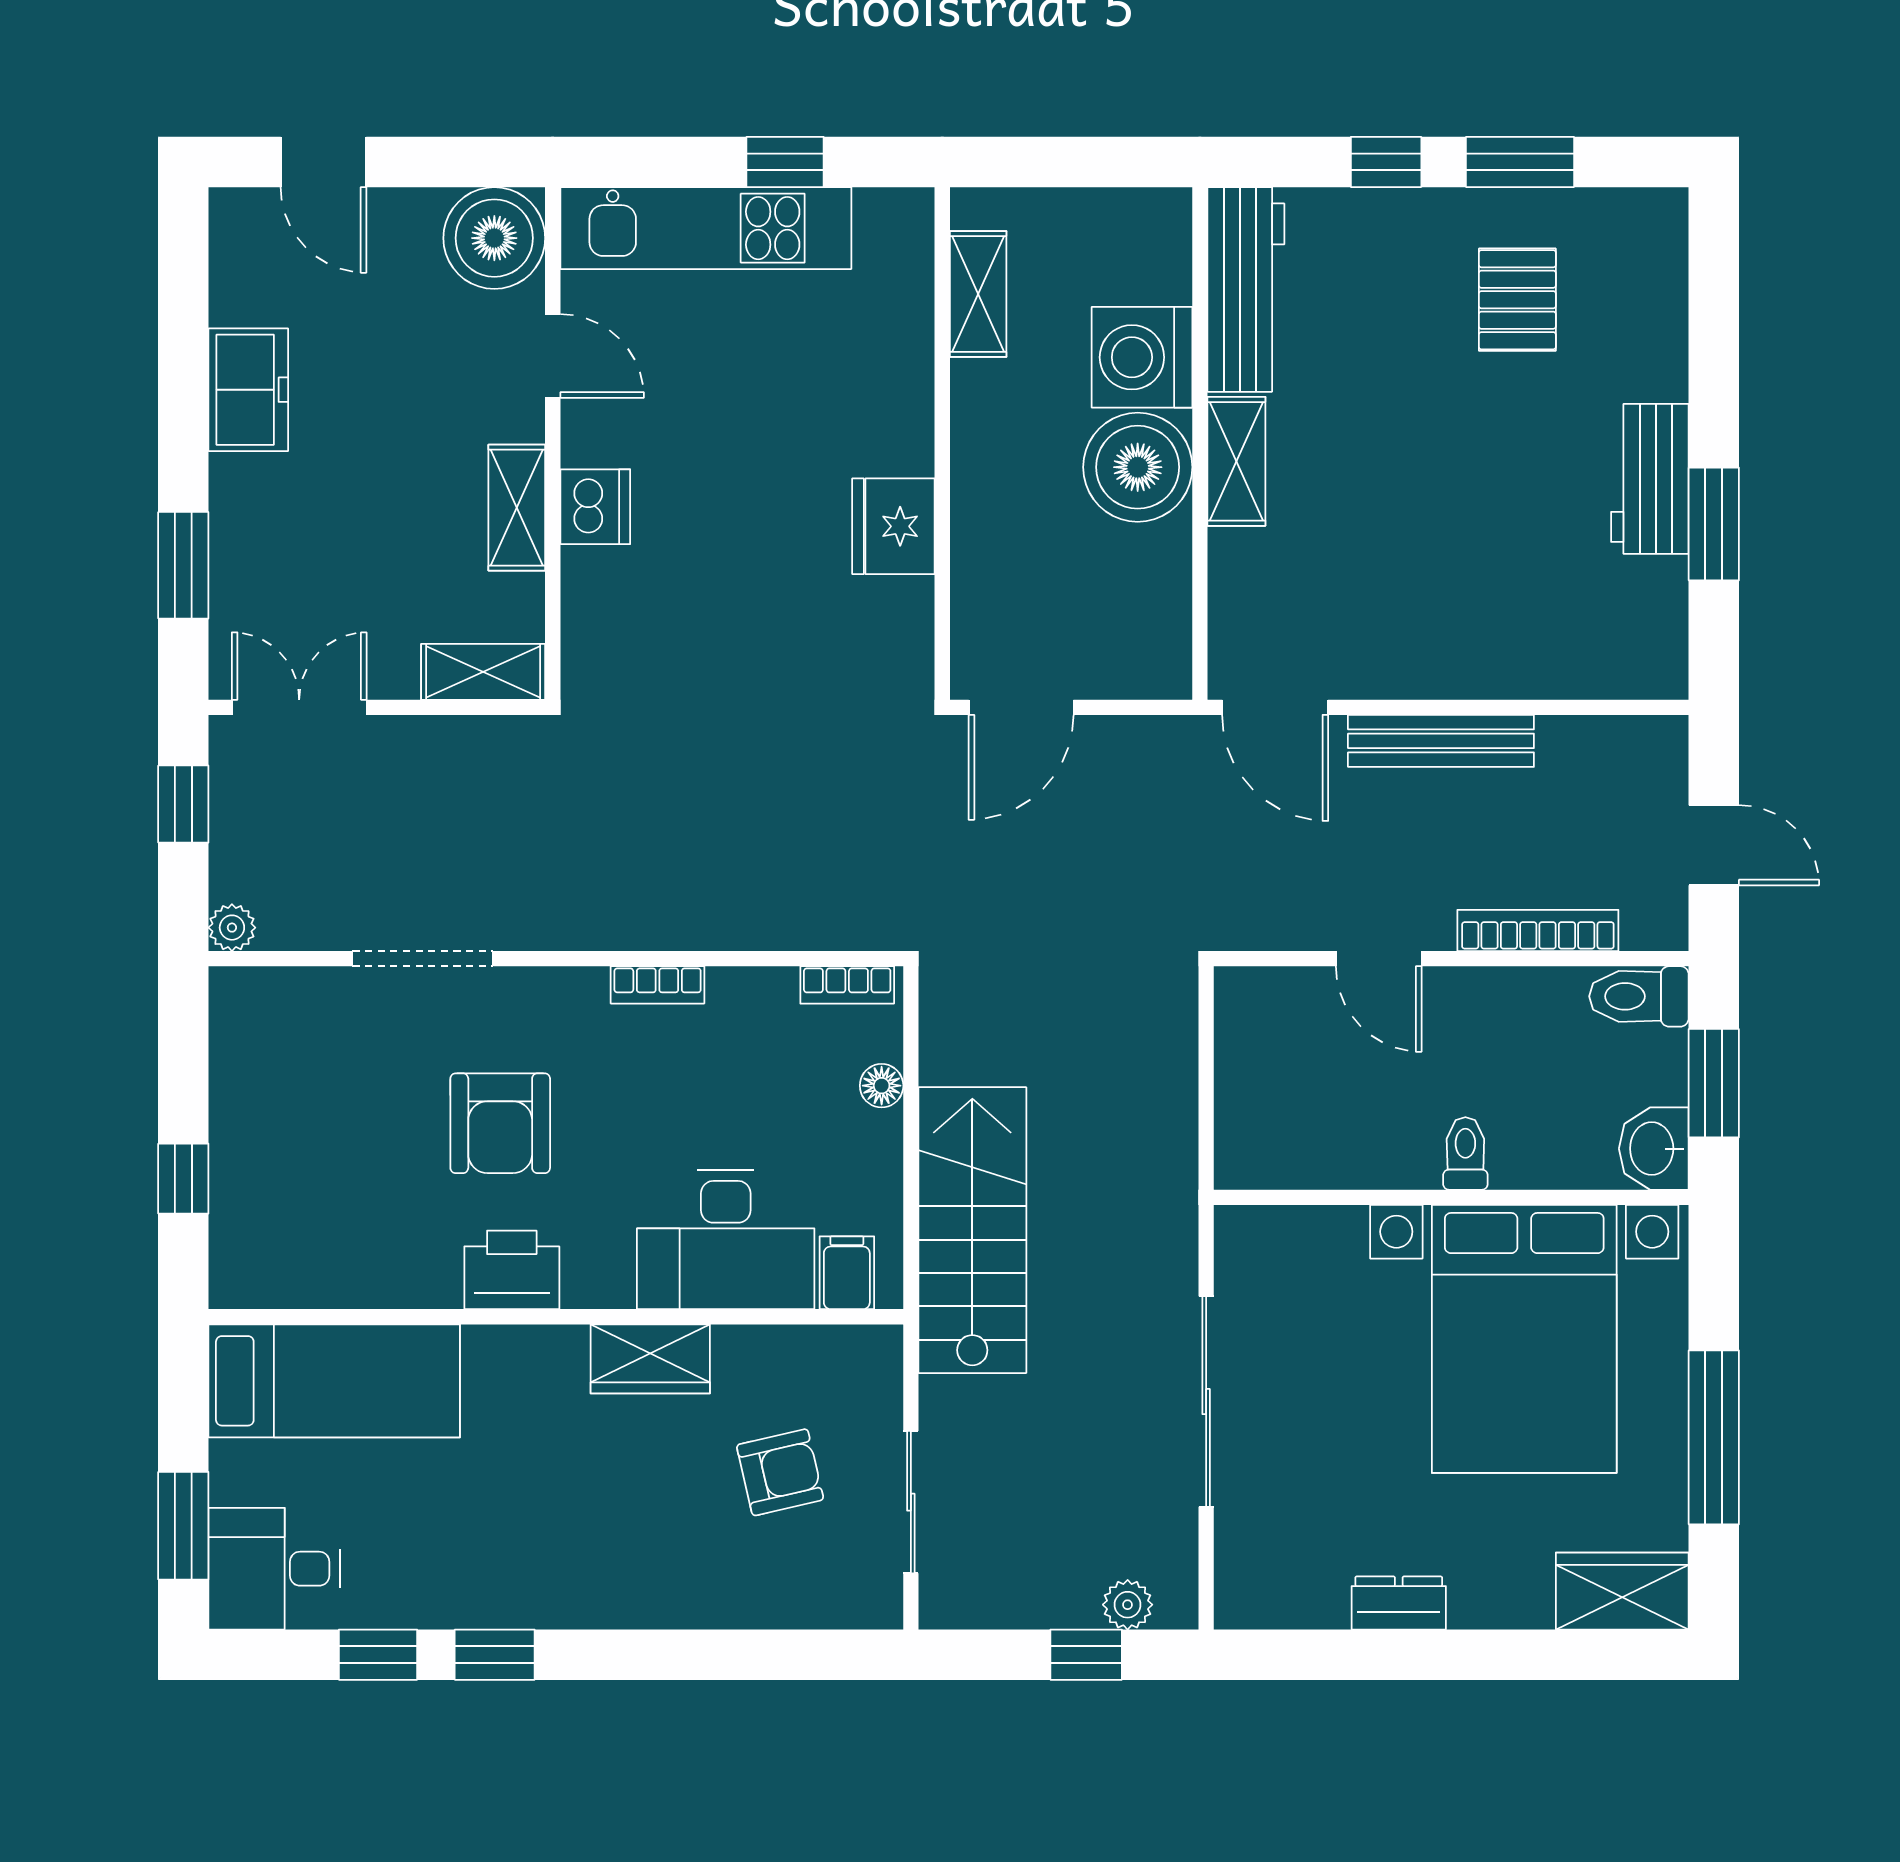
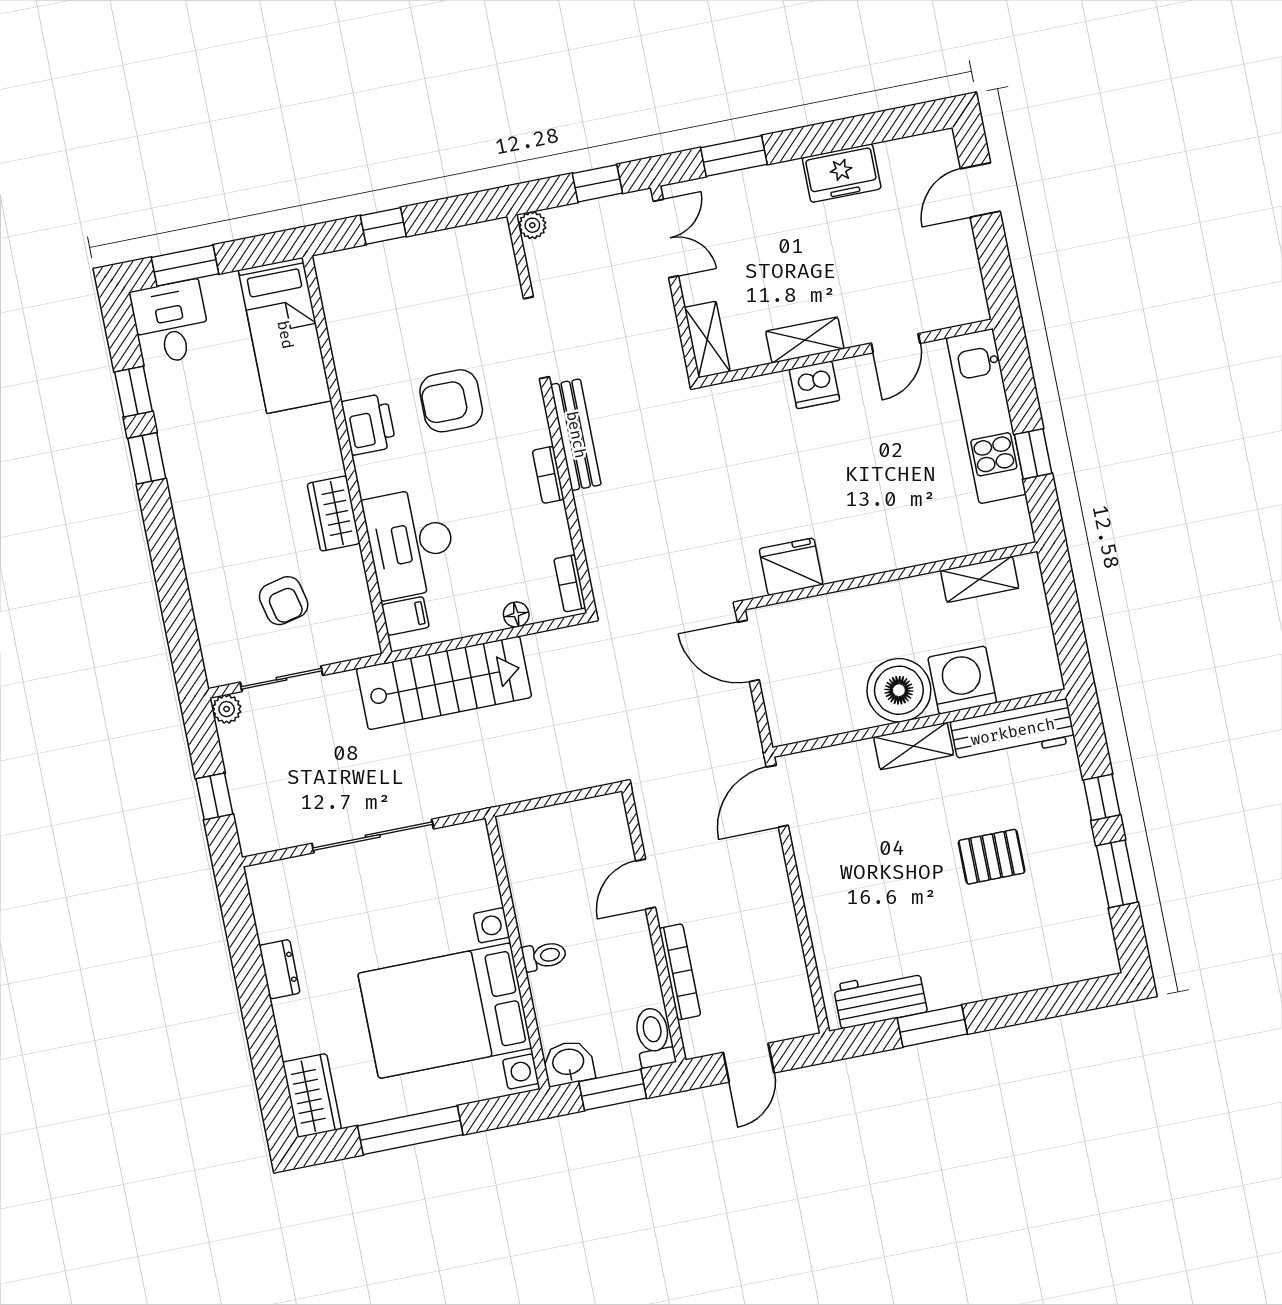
boiler: (494, 238) -> (956, 296), removed
pallet: (1517, 300) -> (992, 857), moved
workbench: (1650, 479) -> (880, 998), moved
fridge: (893, 526) -> (791, 567), moved
bench: (1441, 741) -> (576, 435), moved
plant: (1128, 1605) -> (227, 709), moved

